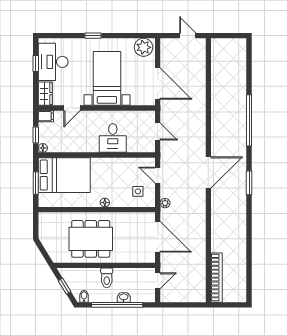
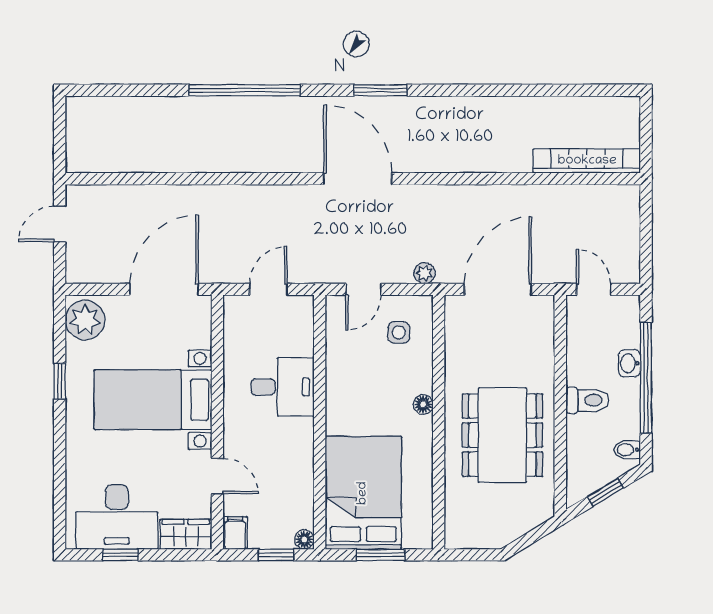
window: (93, 36) -> (60, 381), moved

